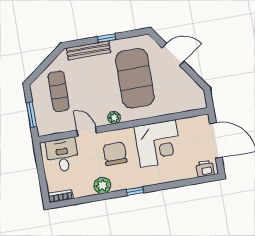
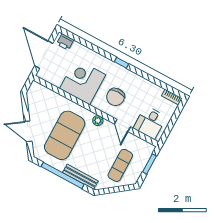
window: (107, 38) -> (63, 175), width x3.17
plant: (102, 185) -> (140, 83), removed

